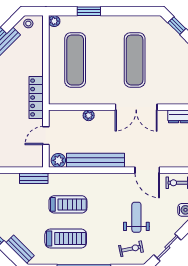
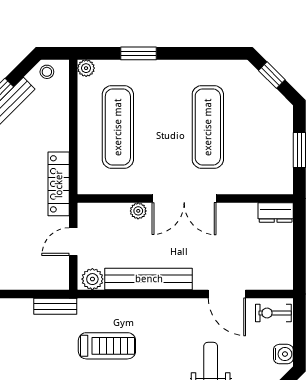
double door: (136, 107) -> (184, 199), moved

